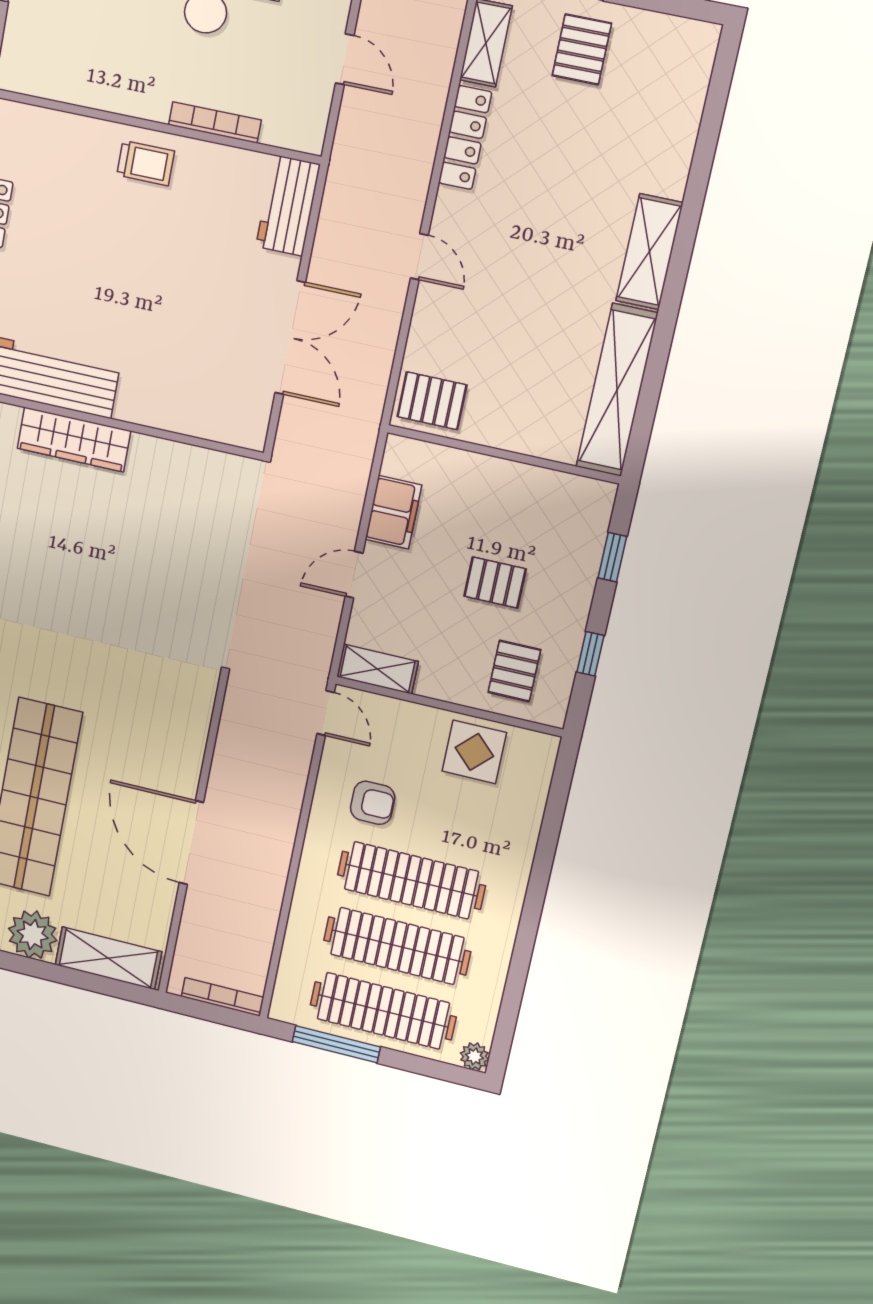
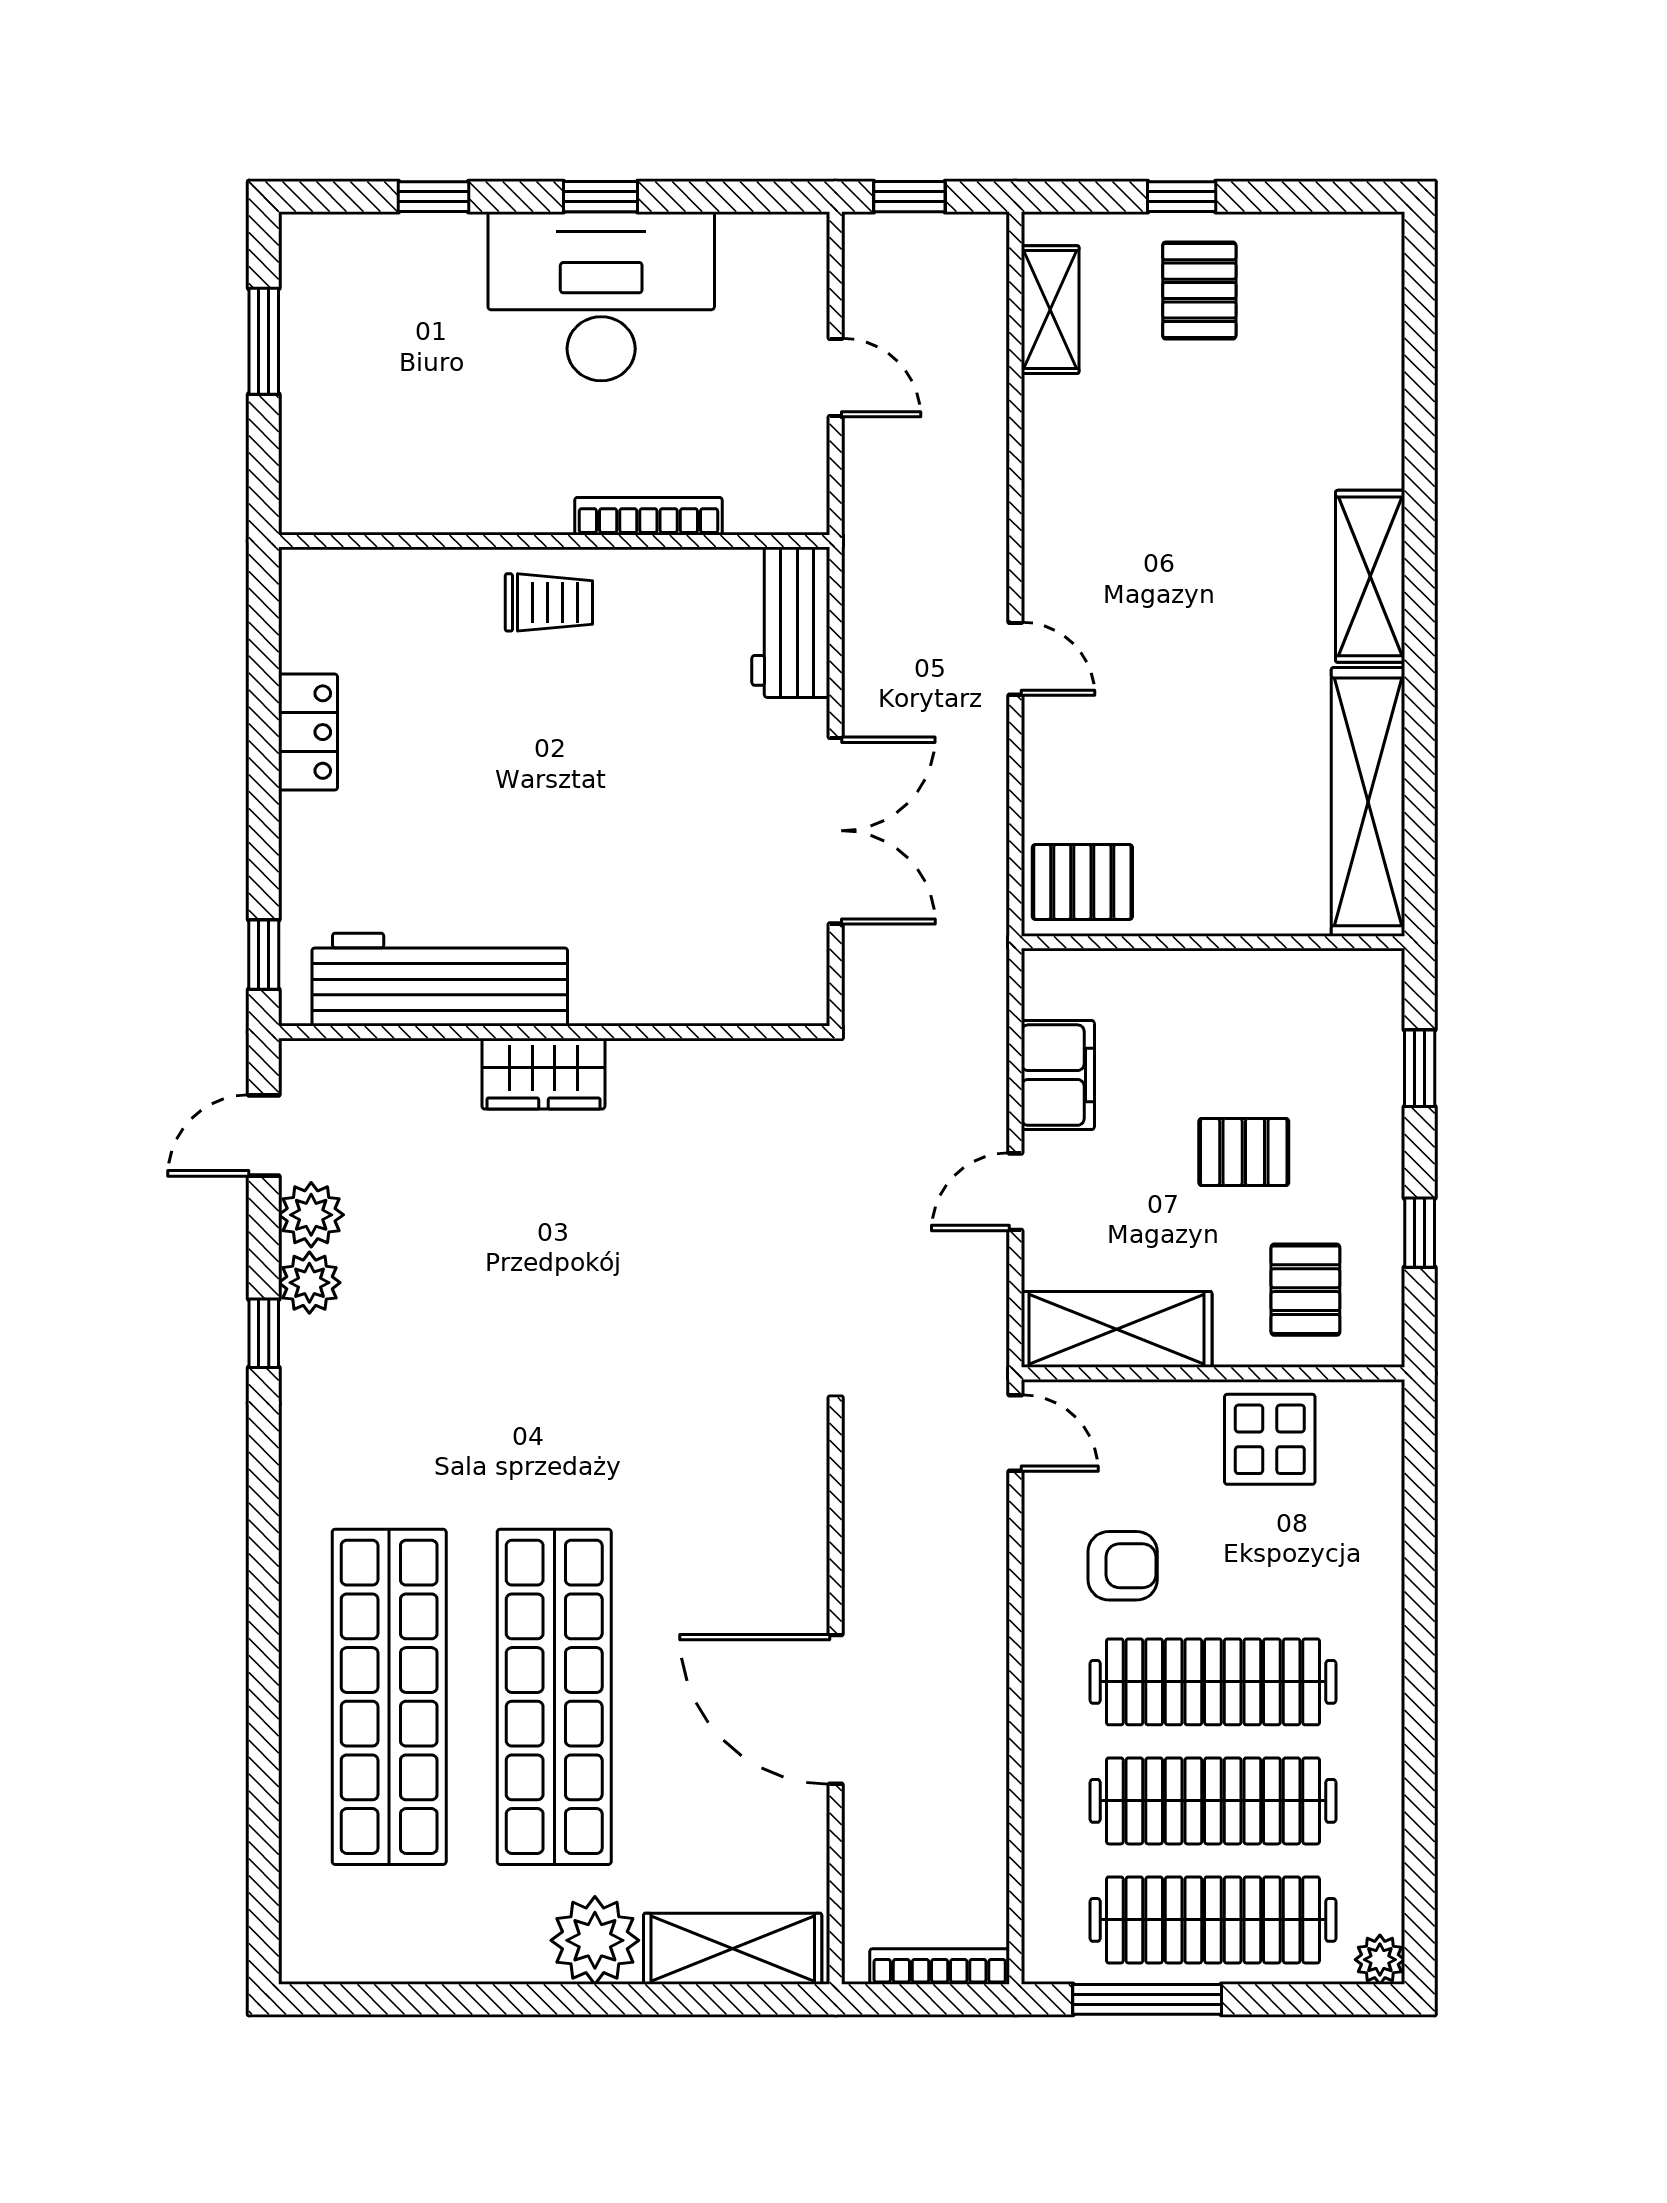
locker: (465, 138) -> (1048, 460), removed
wardrobe: (74, 440) -> (543, 1074), width x0.67
shelving: (377, 669) -> (1117, 1329), width x1.50, depth x1.33

